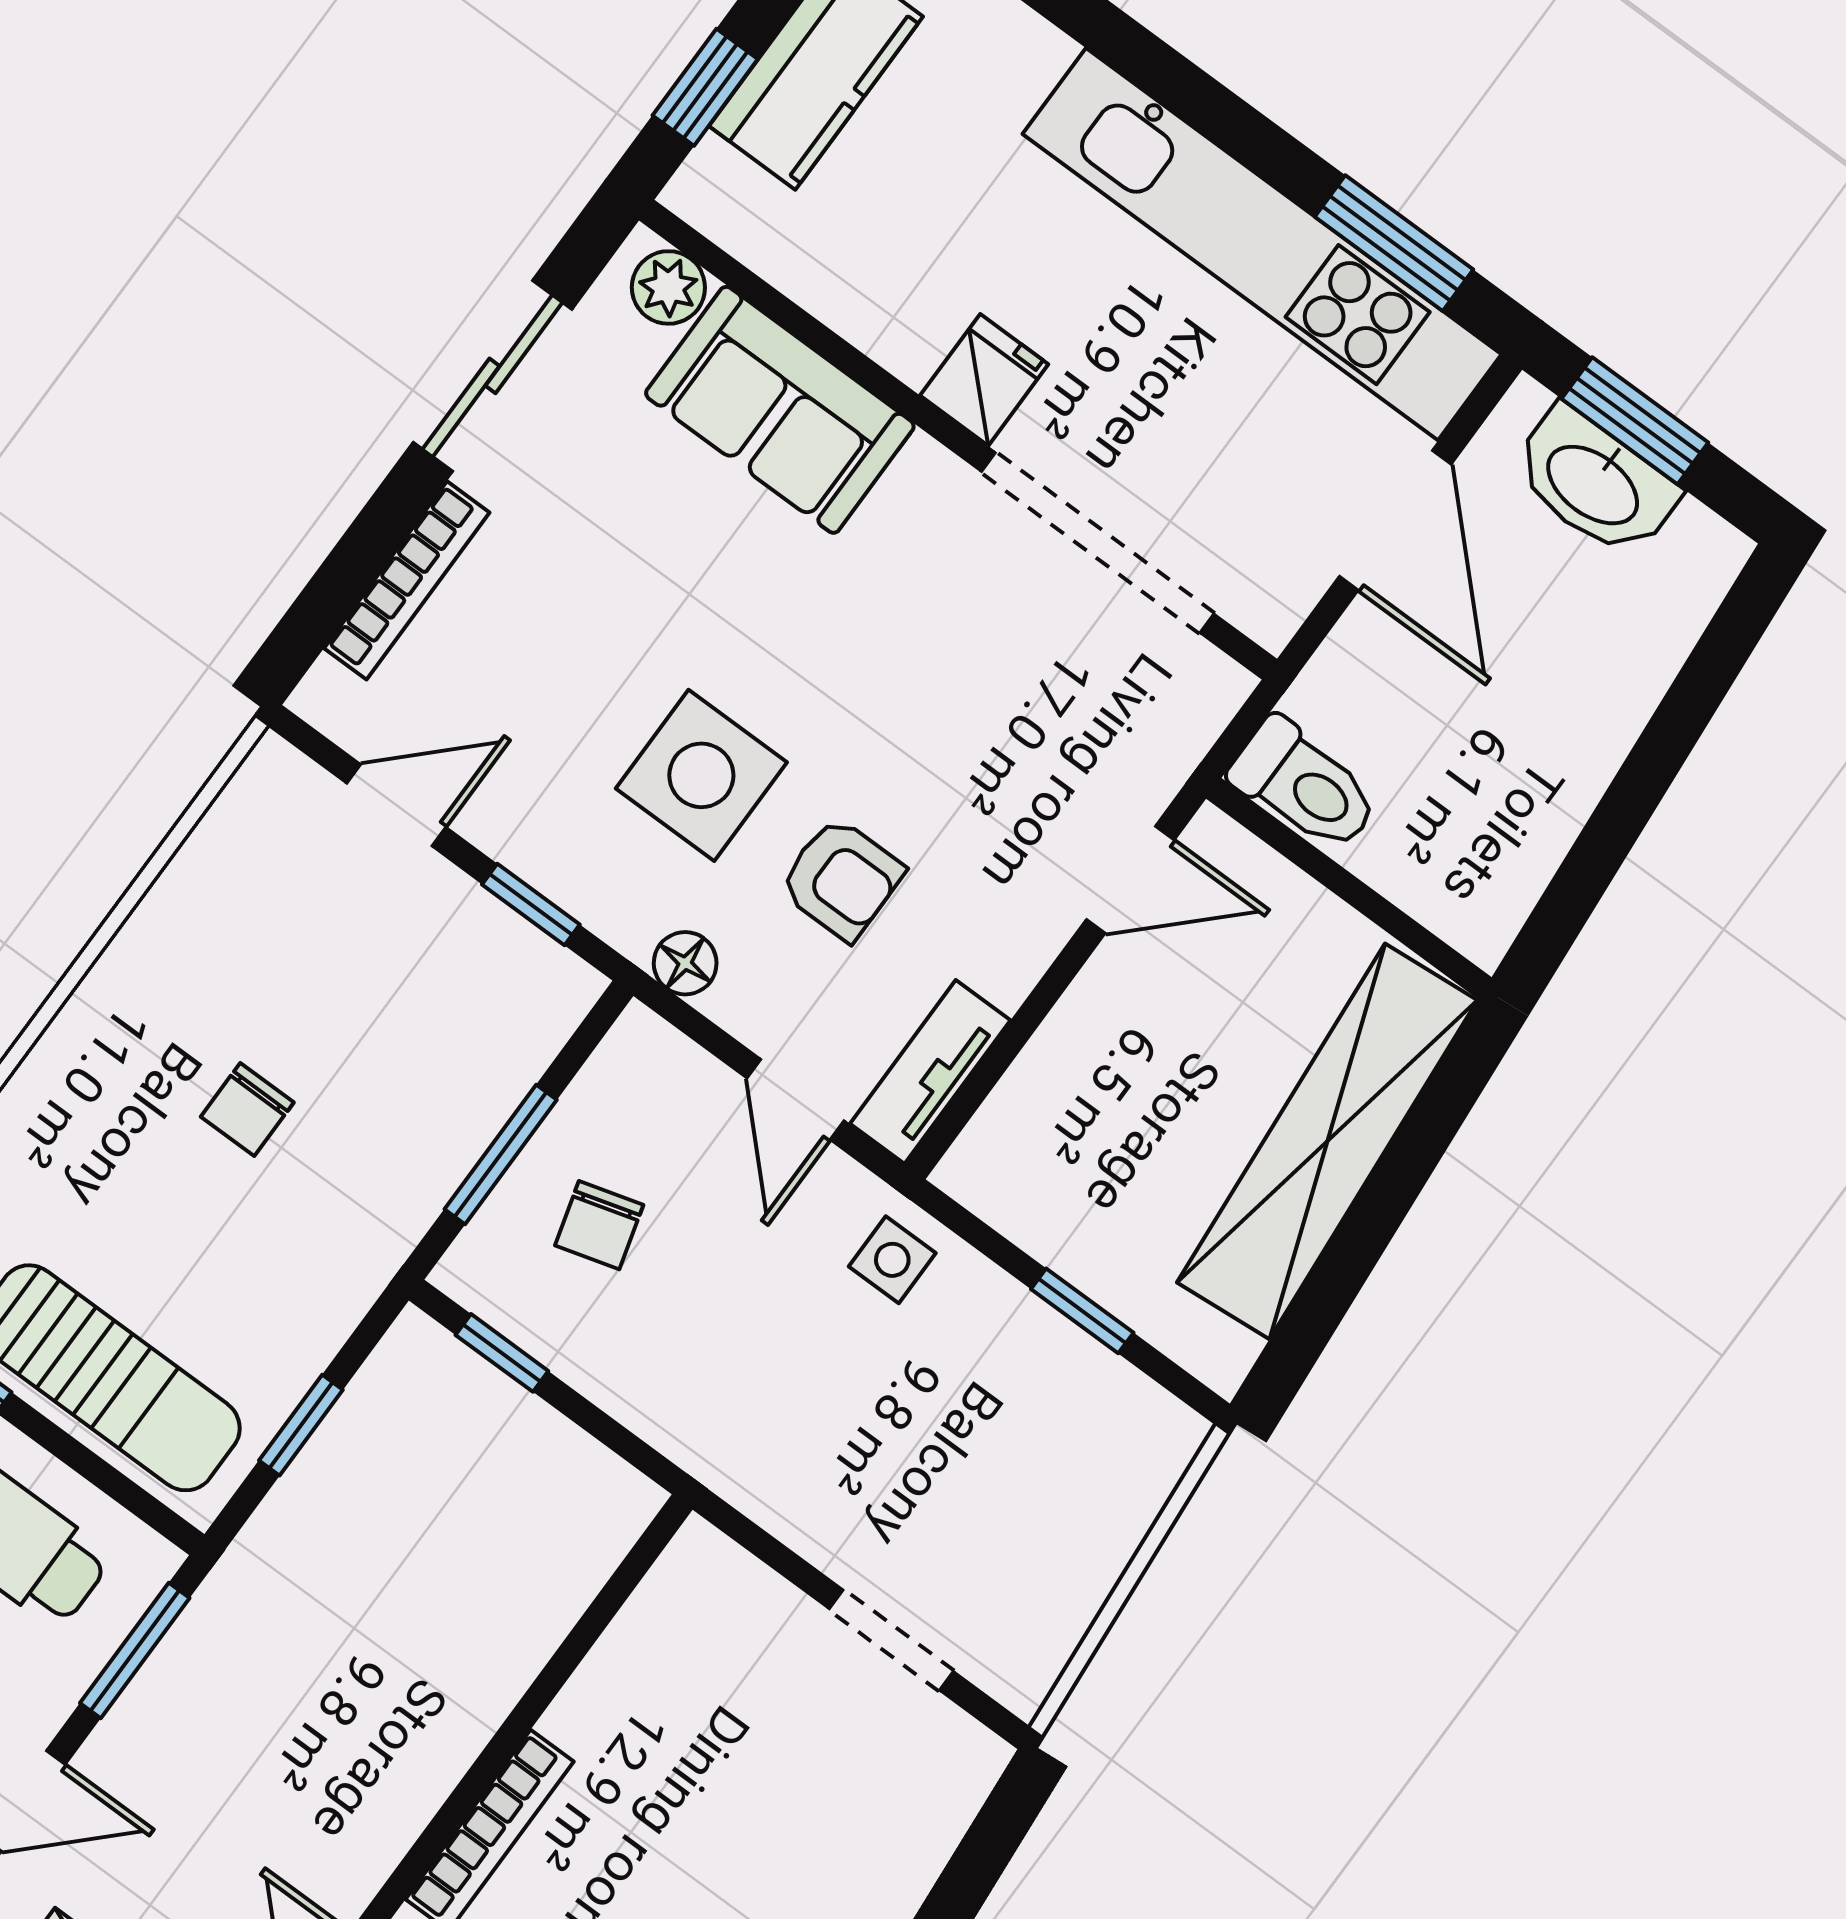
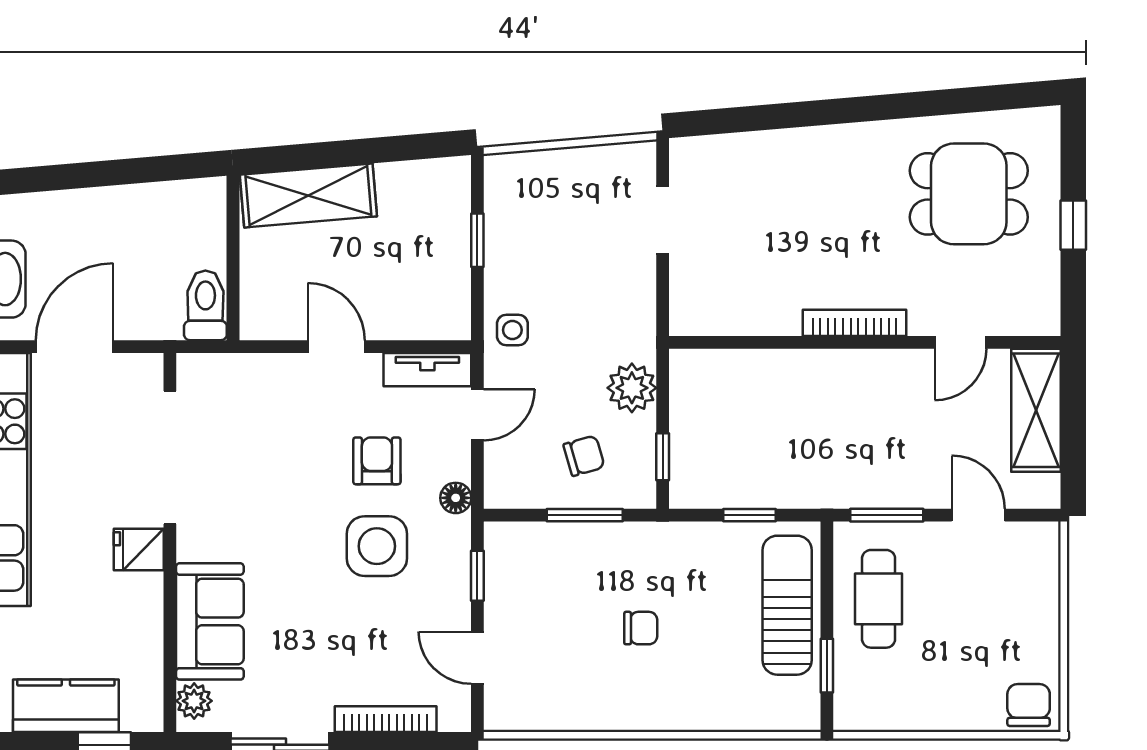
door: (1130, 880) -> (336, 347), moved
shelving: (1327, 1141) -> (308, 195), width x0.68
plant: (652, 1386) -> (632, 388), added

